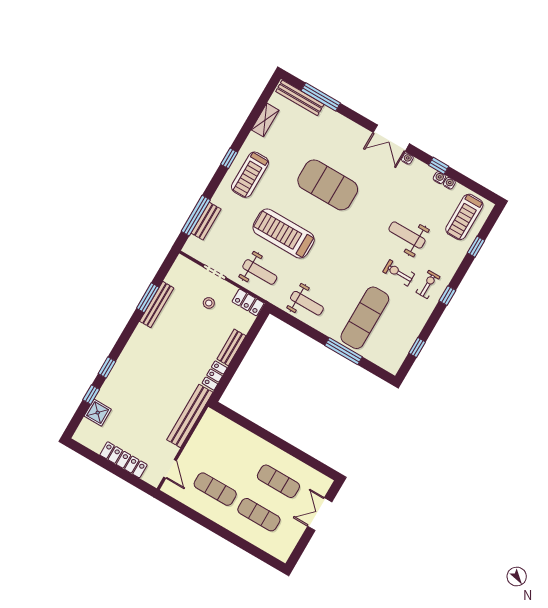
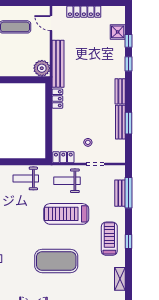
treadmill: (284, 234) -> (66, 214), turned 180
bench: (231, 347) -> (120, 91), moved
plant: (212, 422) -> (42, 68), added

